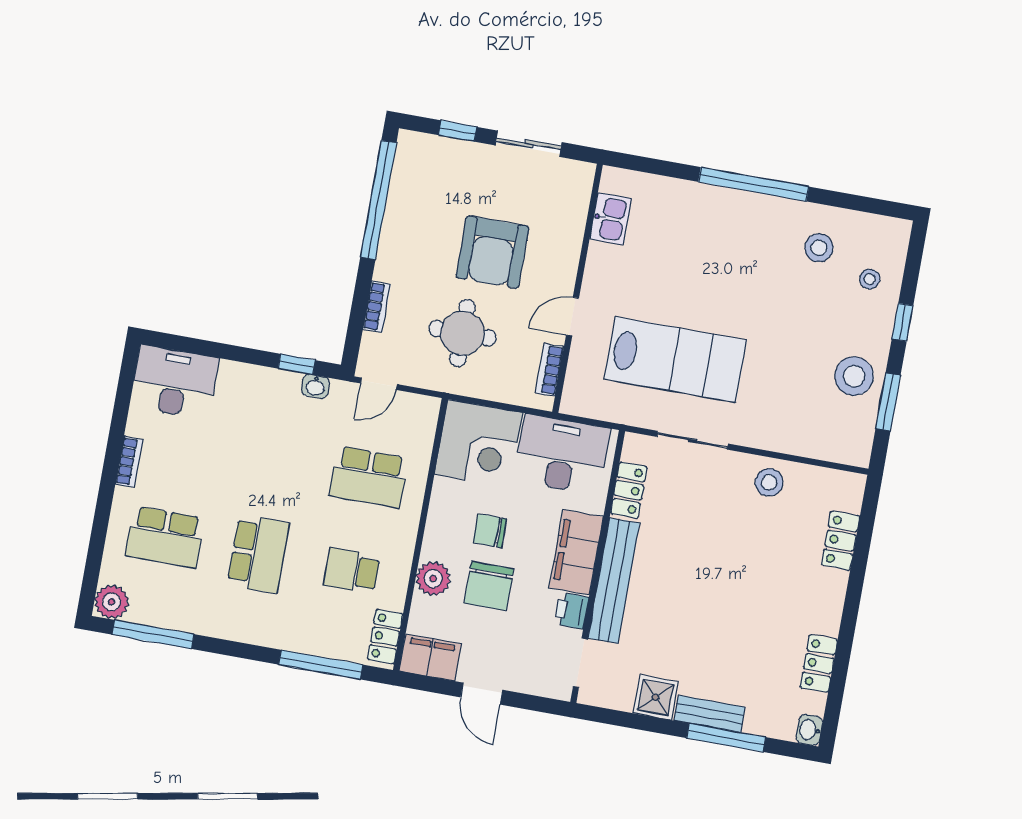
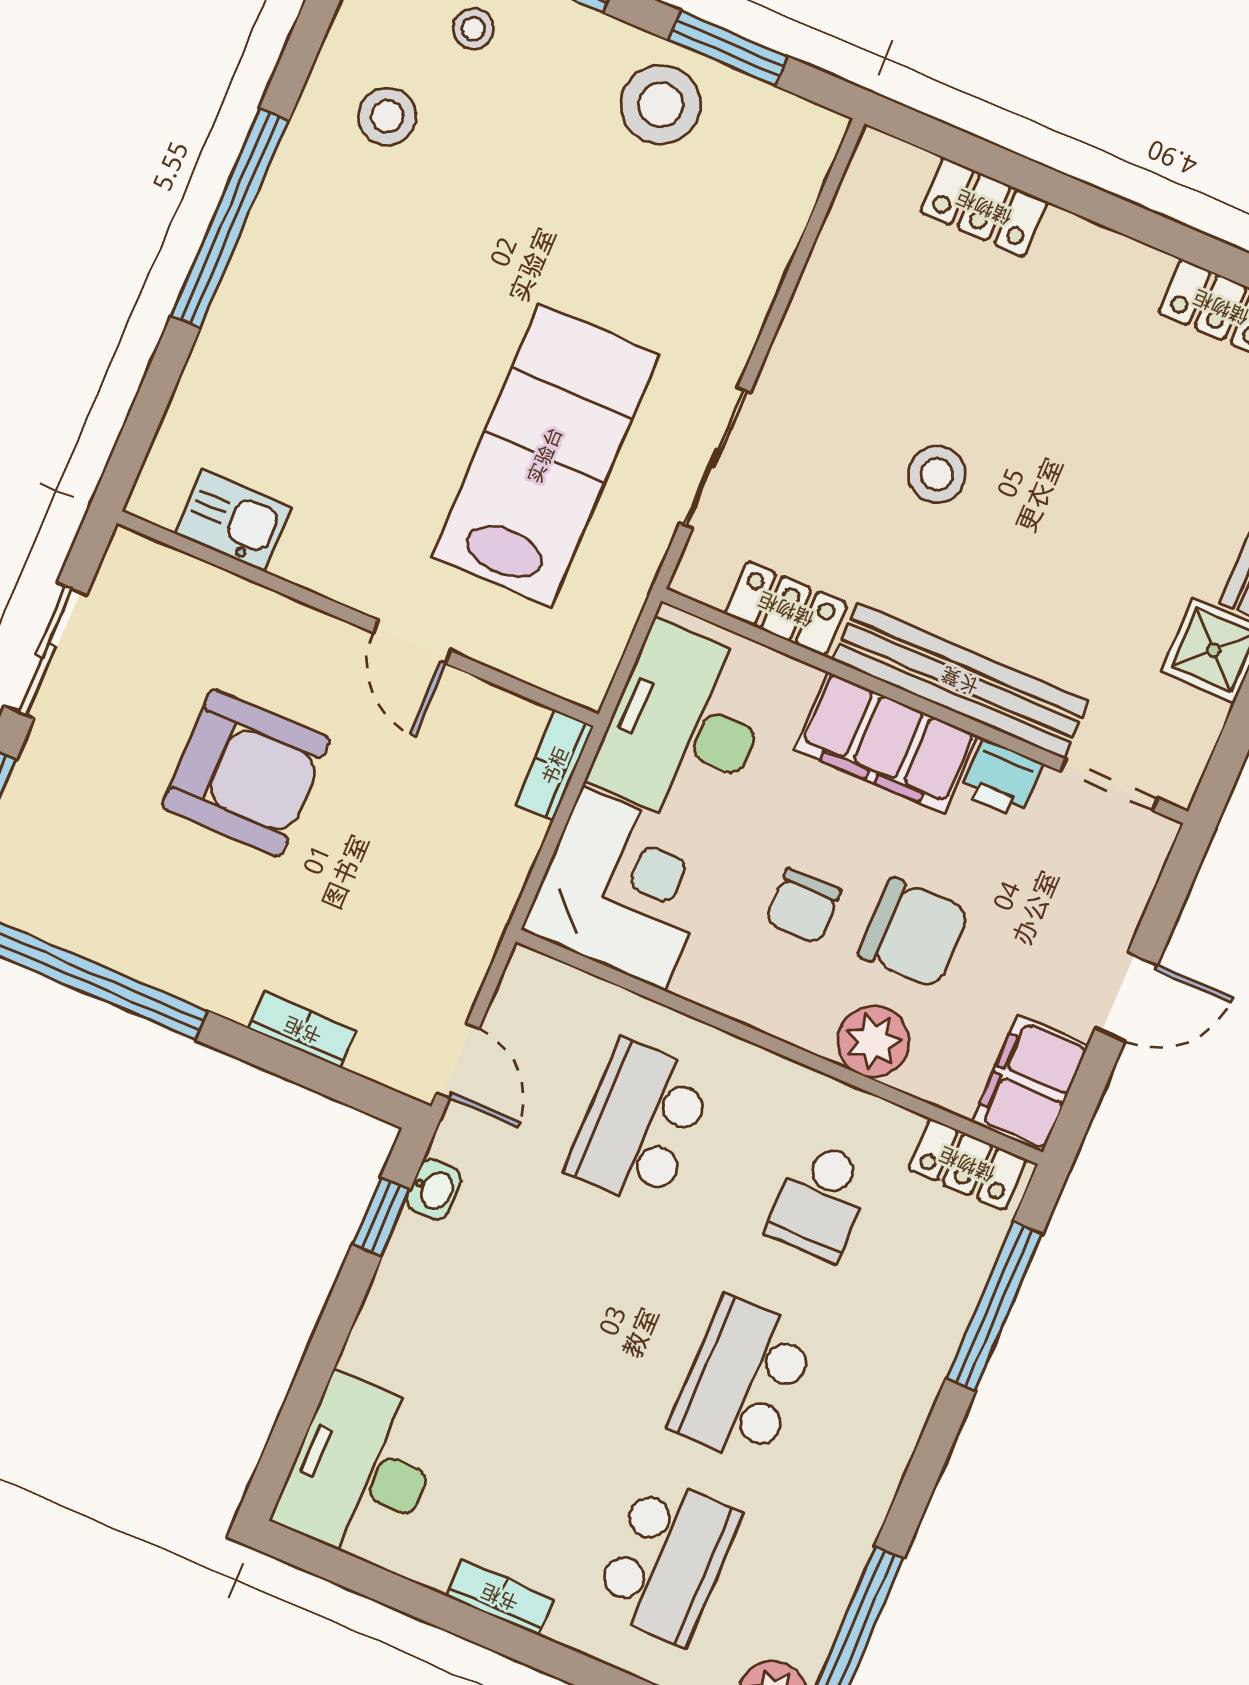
round table: (463, 333) -> (395, 870), removed
bookcase: (550, 370) -> (555, 766), moved, turned 90
school desk: (369, 477) -> (640, 1124), turned 180
stool: (769, 482) -> (937, 474), moved
school desk: (258, 554) -> (743, 1381), turned -90

